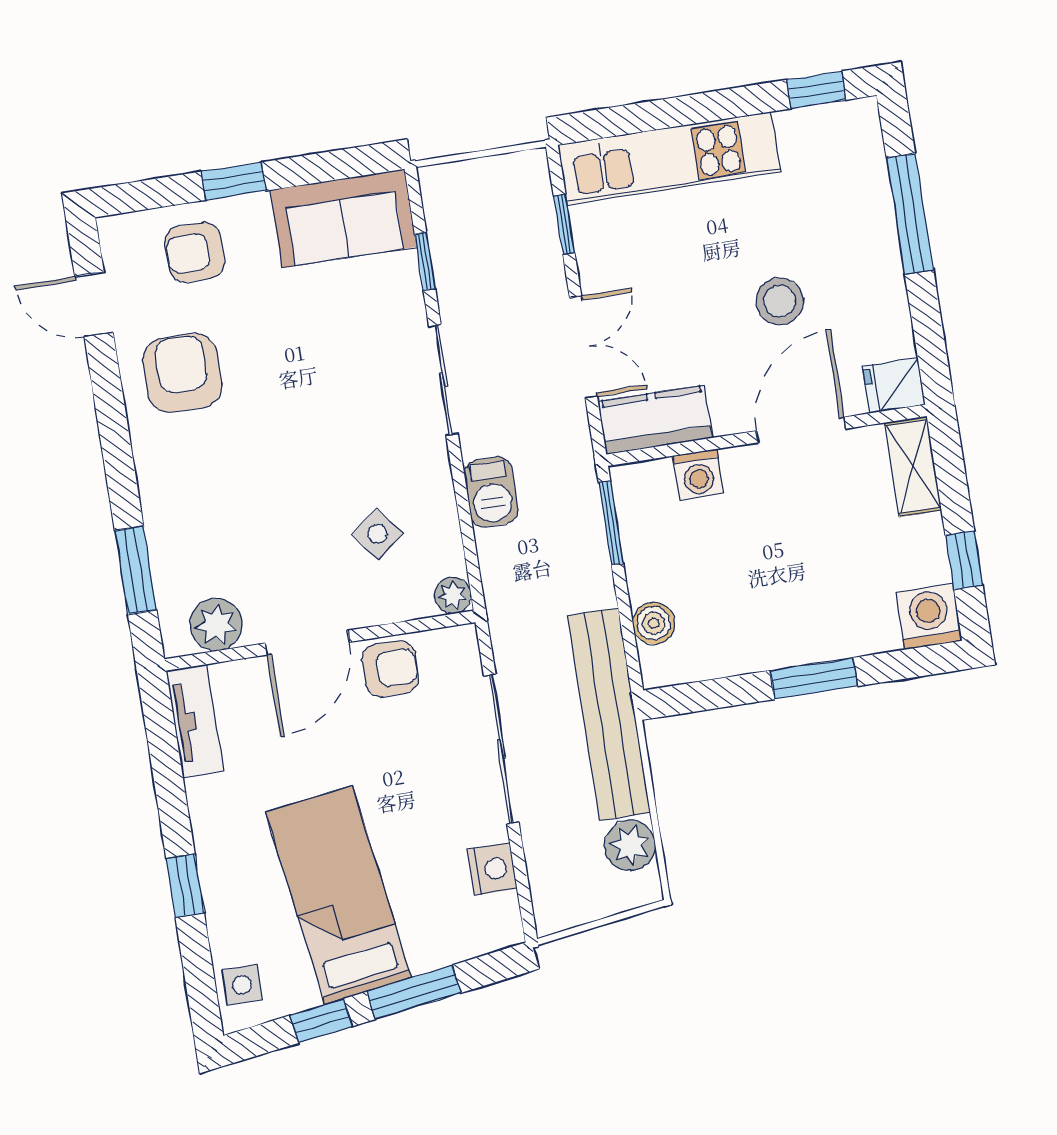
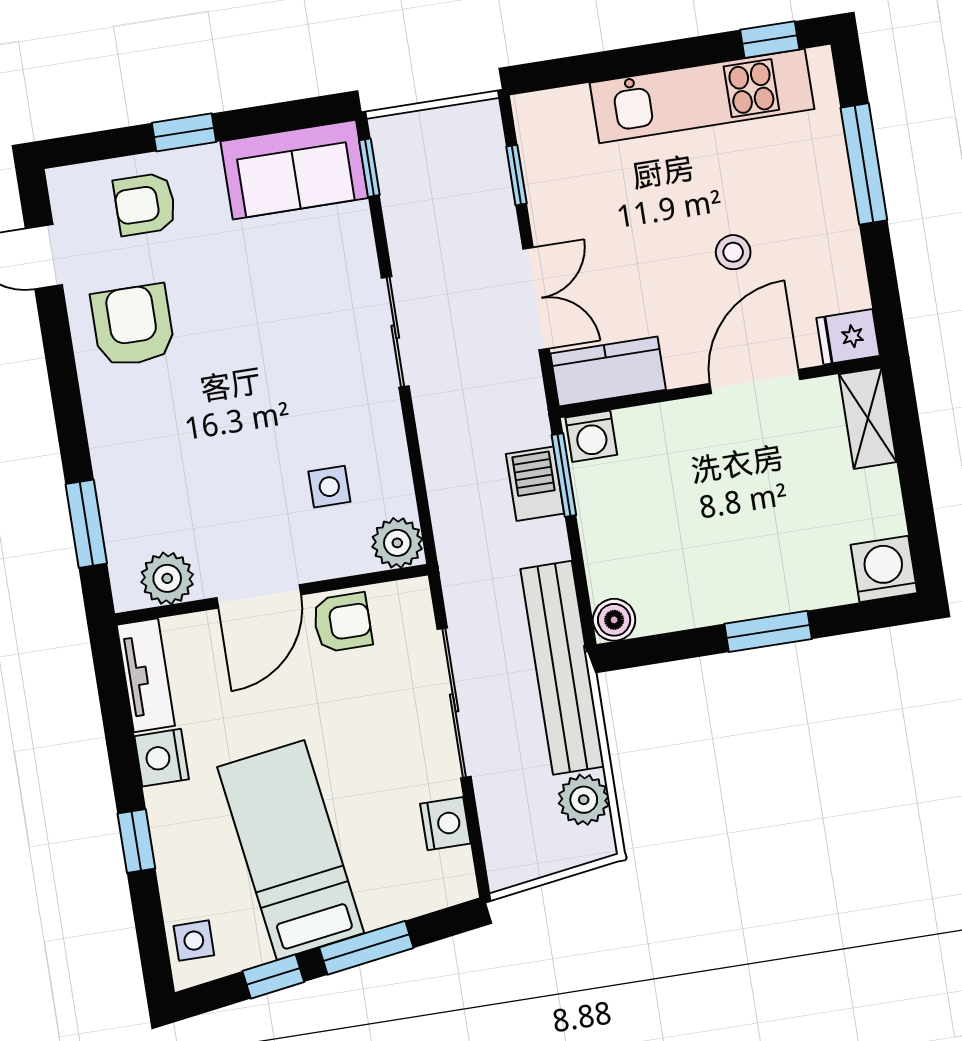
kitchen unit: (669, 158) -> (702, 96), moved
window: (425, 261) -> (369, 168), moved
stool: (780, 301) -> (733, 252), width x0.73, depth x0.73
washing machine: (698, 475) -> (591, 436), moved
barbecue: (491, 492) -> (535, 484), moved, turned 180
side table: (378, 534) -> (329, 487), turned 38
window: (964, 560) -> (919, 512), removed
plant: (453, 595) -> (397, 543), width x1.38, depth x1.38
boiler: (654, 623) -> (614, 620), moved
nightstand: (210, 803) -> (162, 758), added

